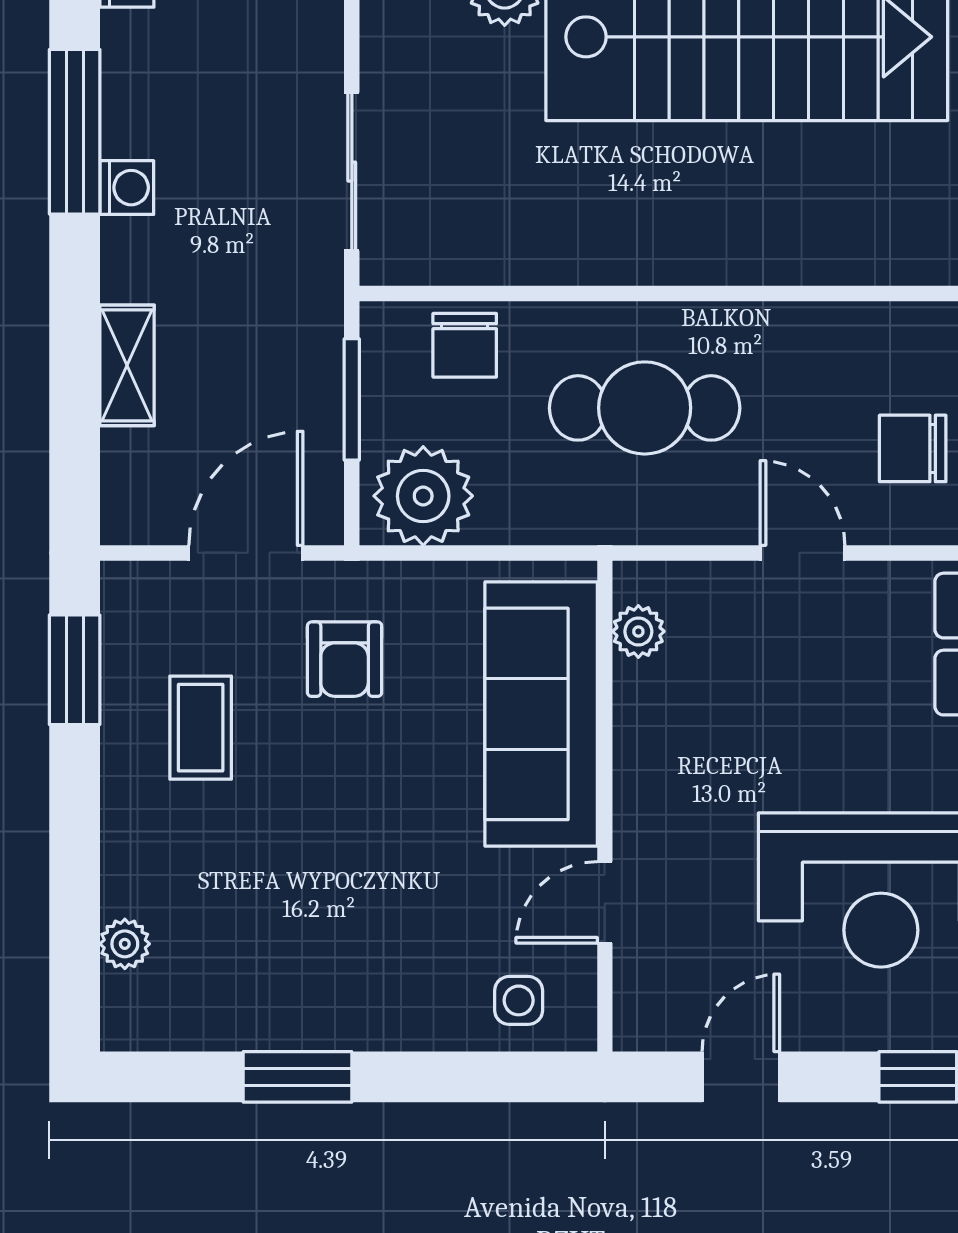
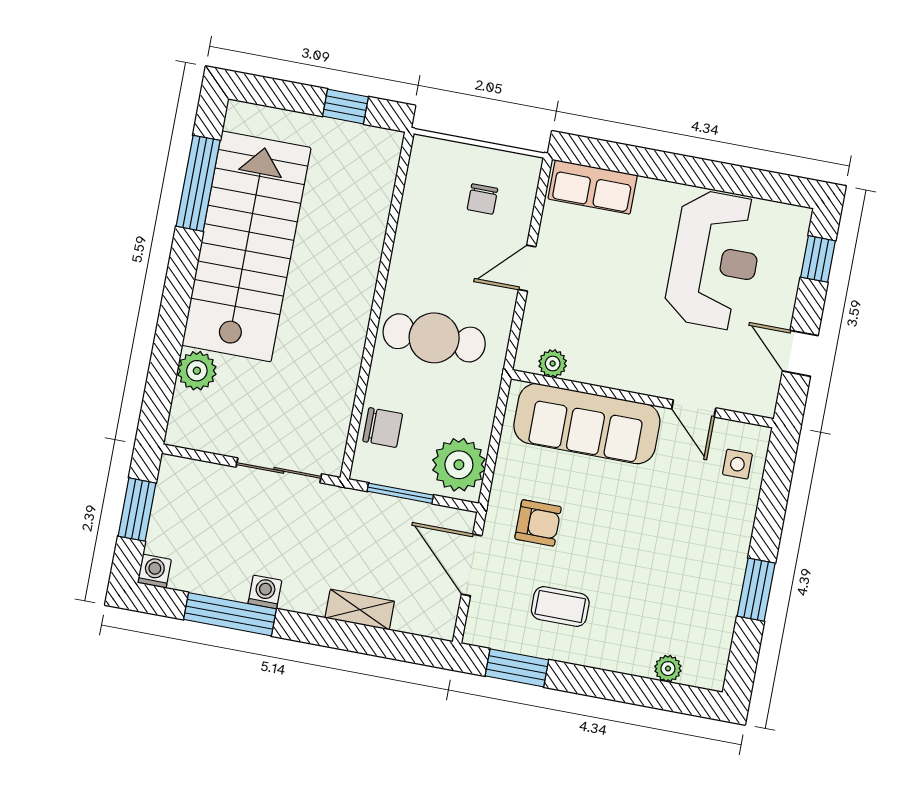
cafe table: (645, 408) -> (434, 338), turned 90
chair: (913, 448) -> (482, 199), width x0.73, depth x0.73

